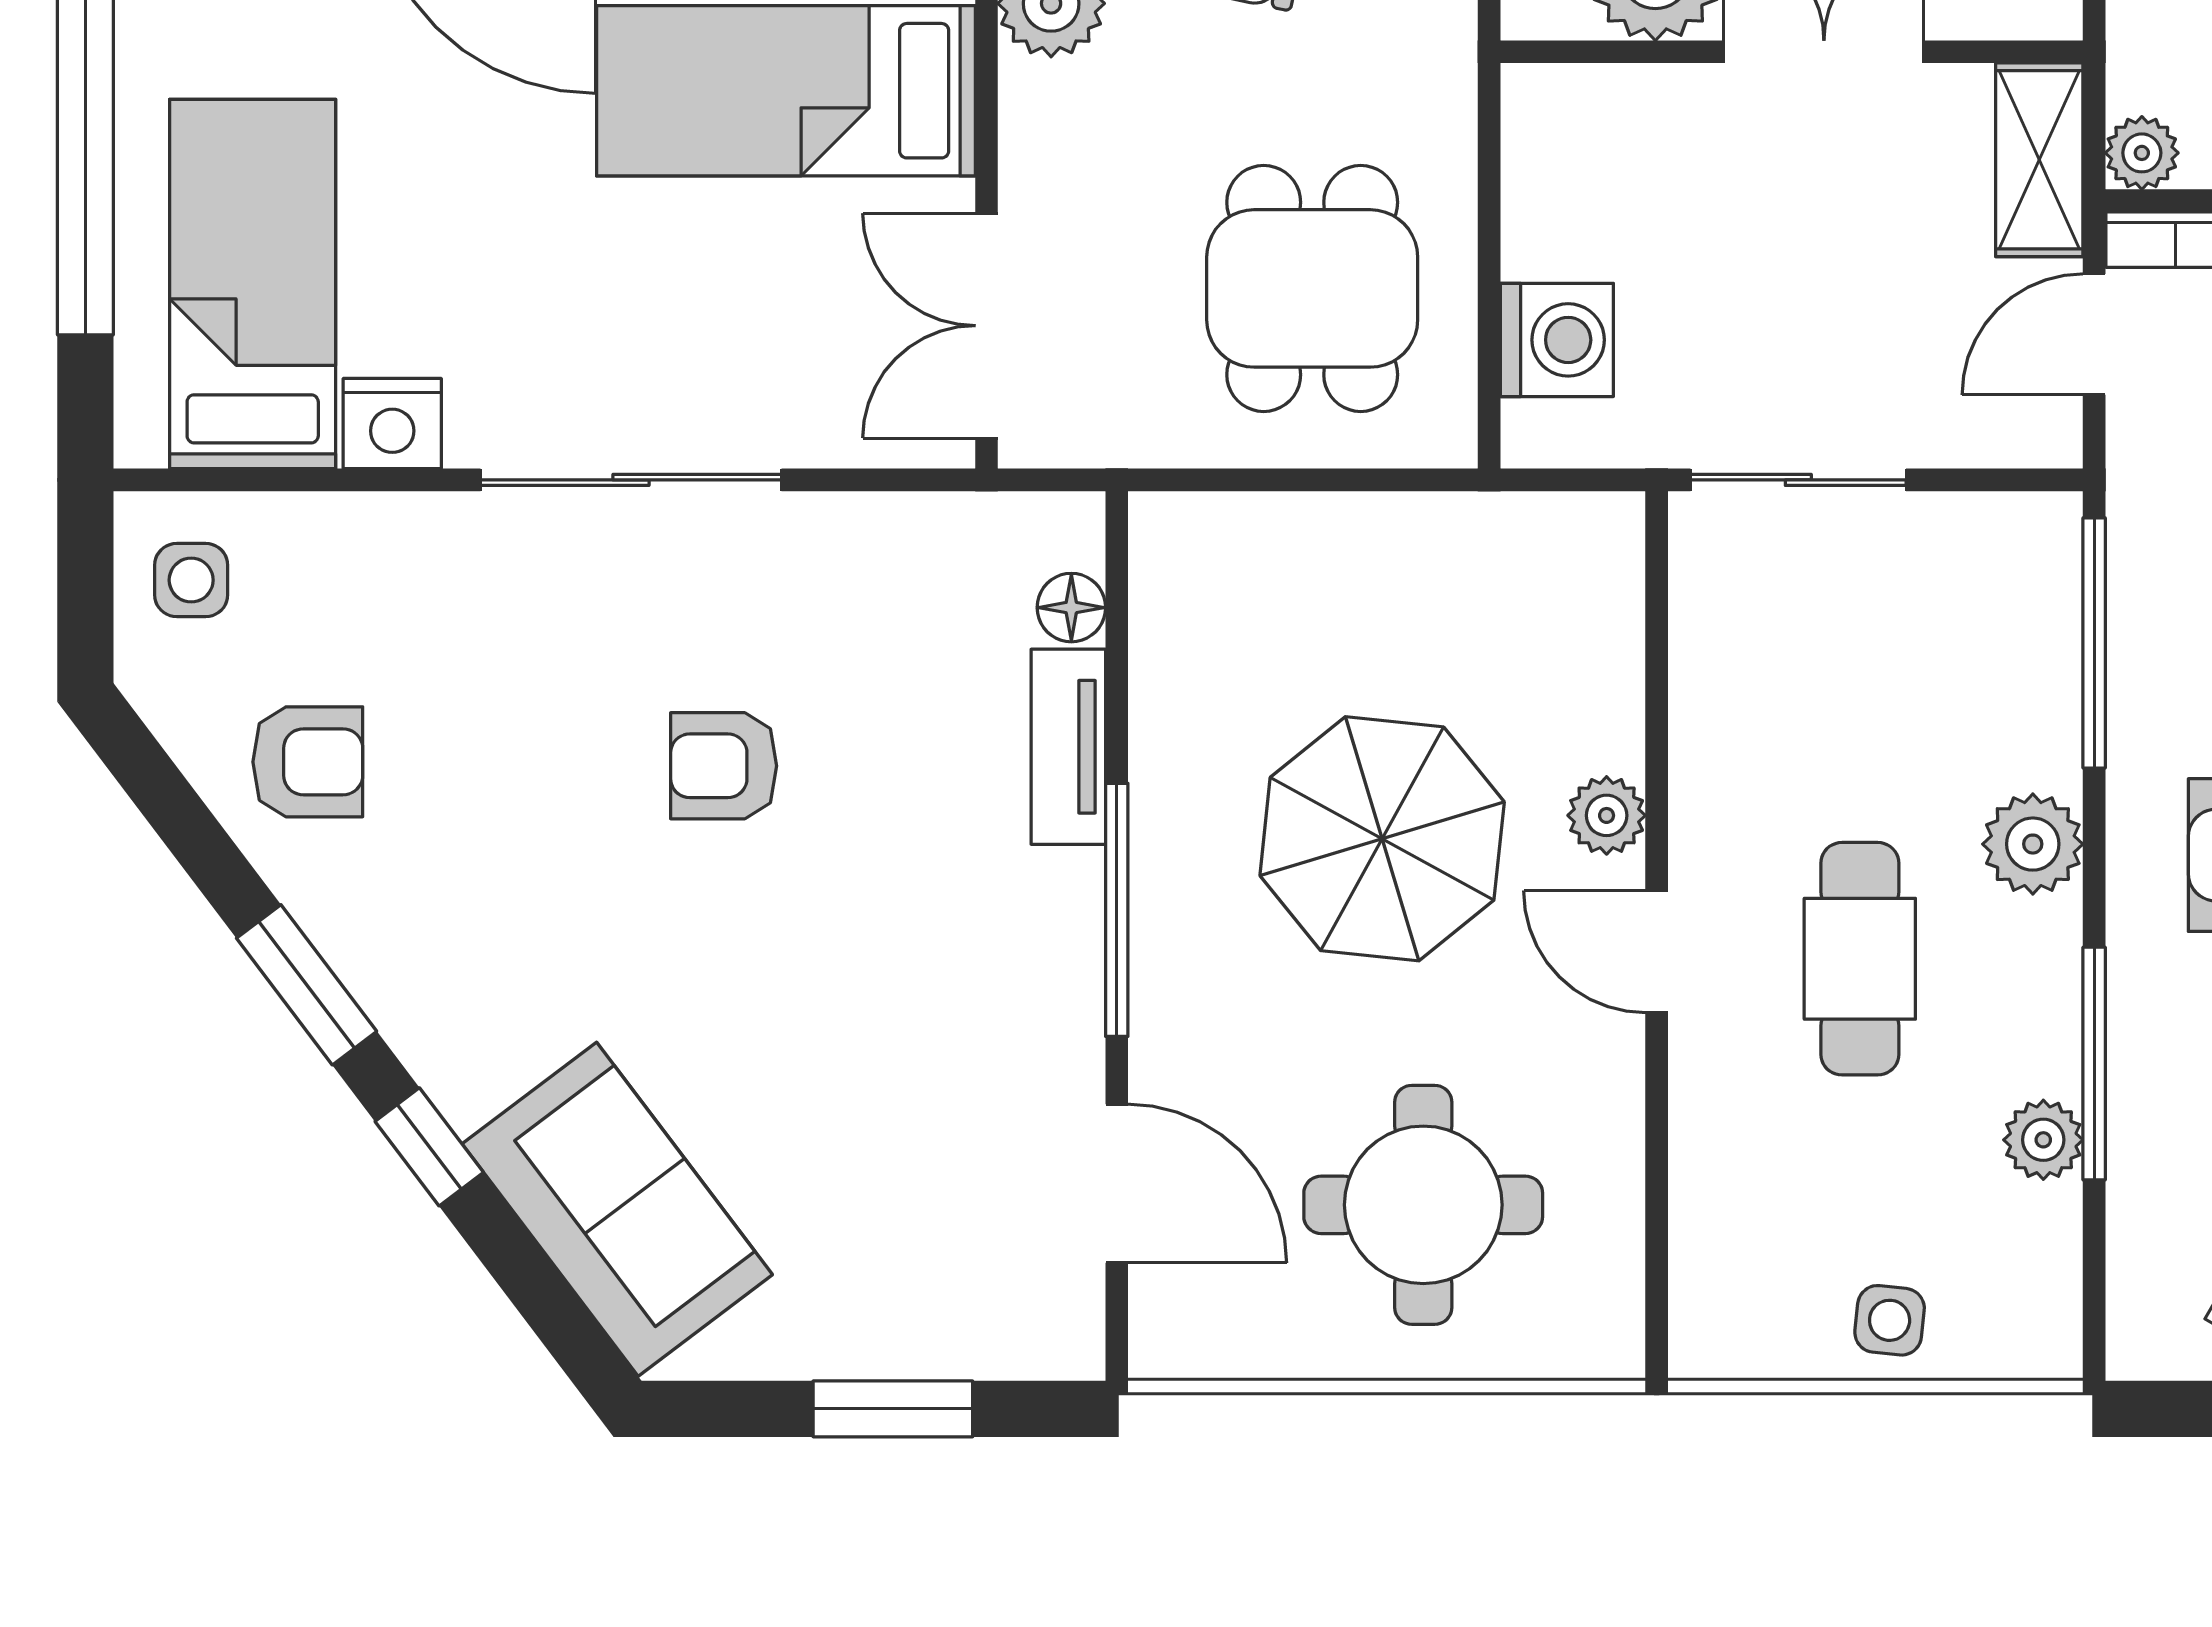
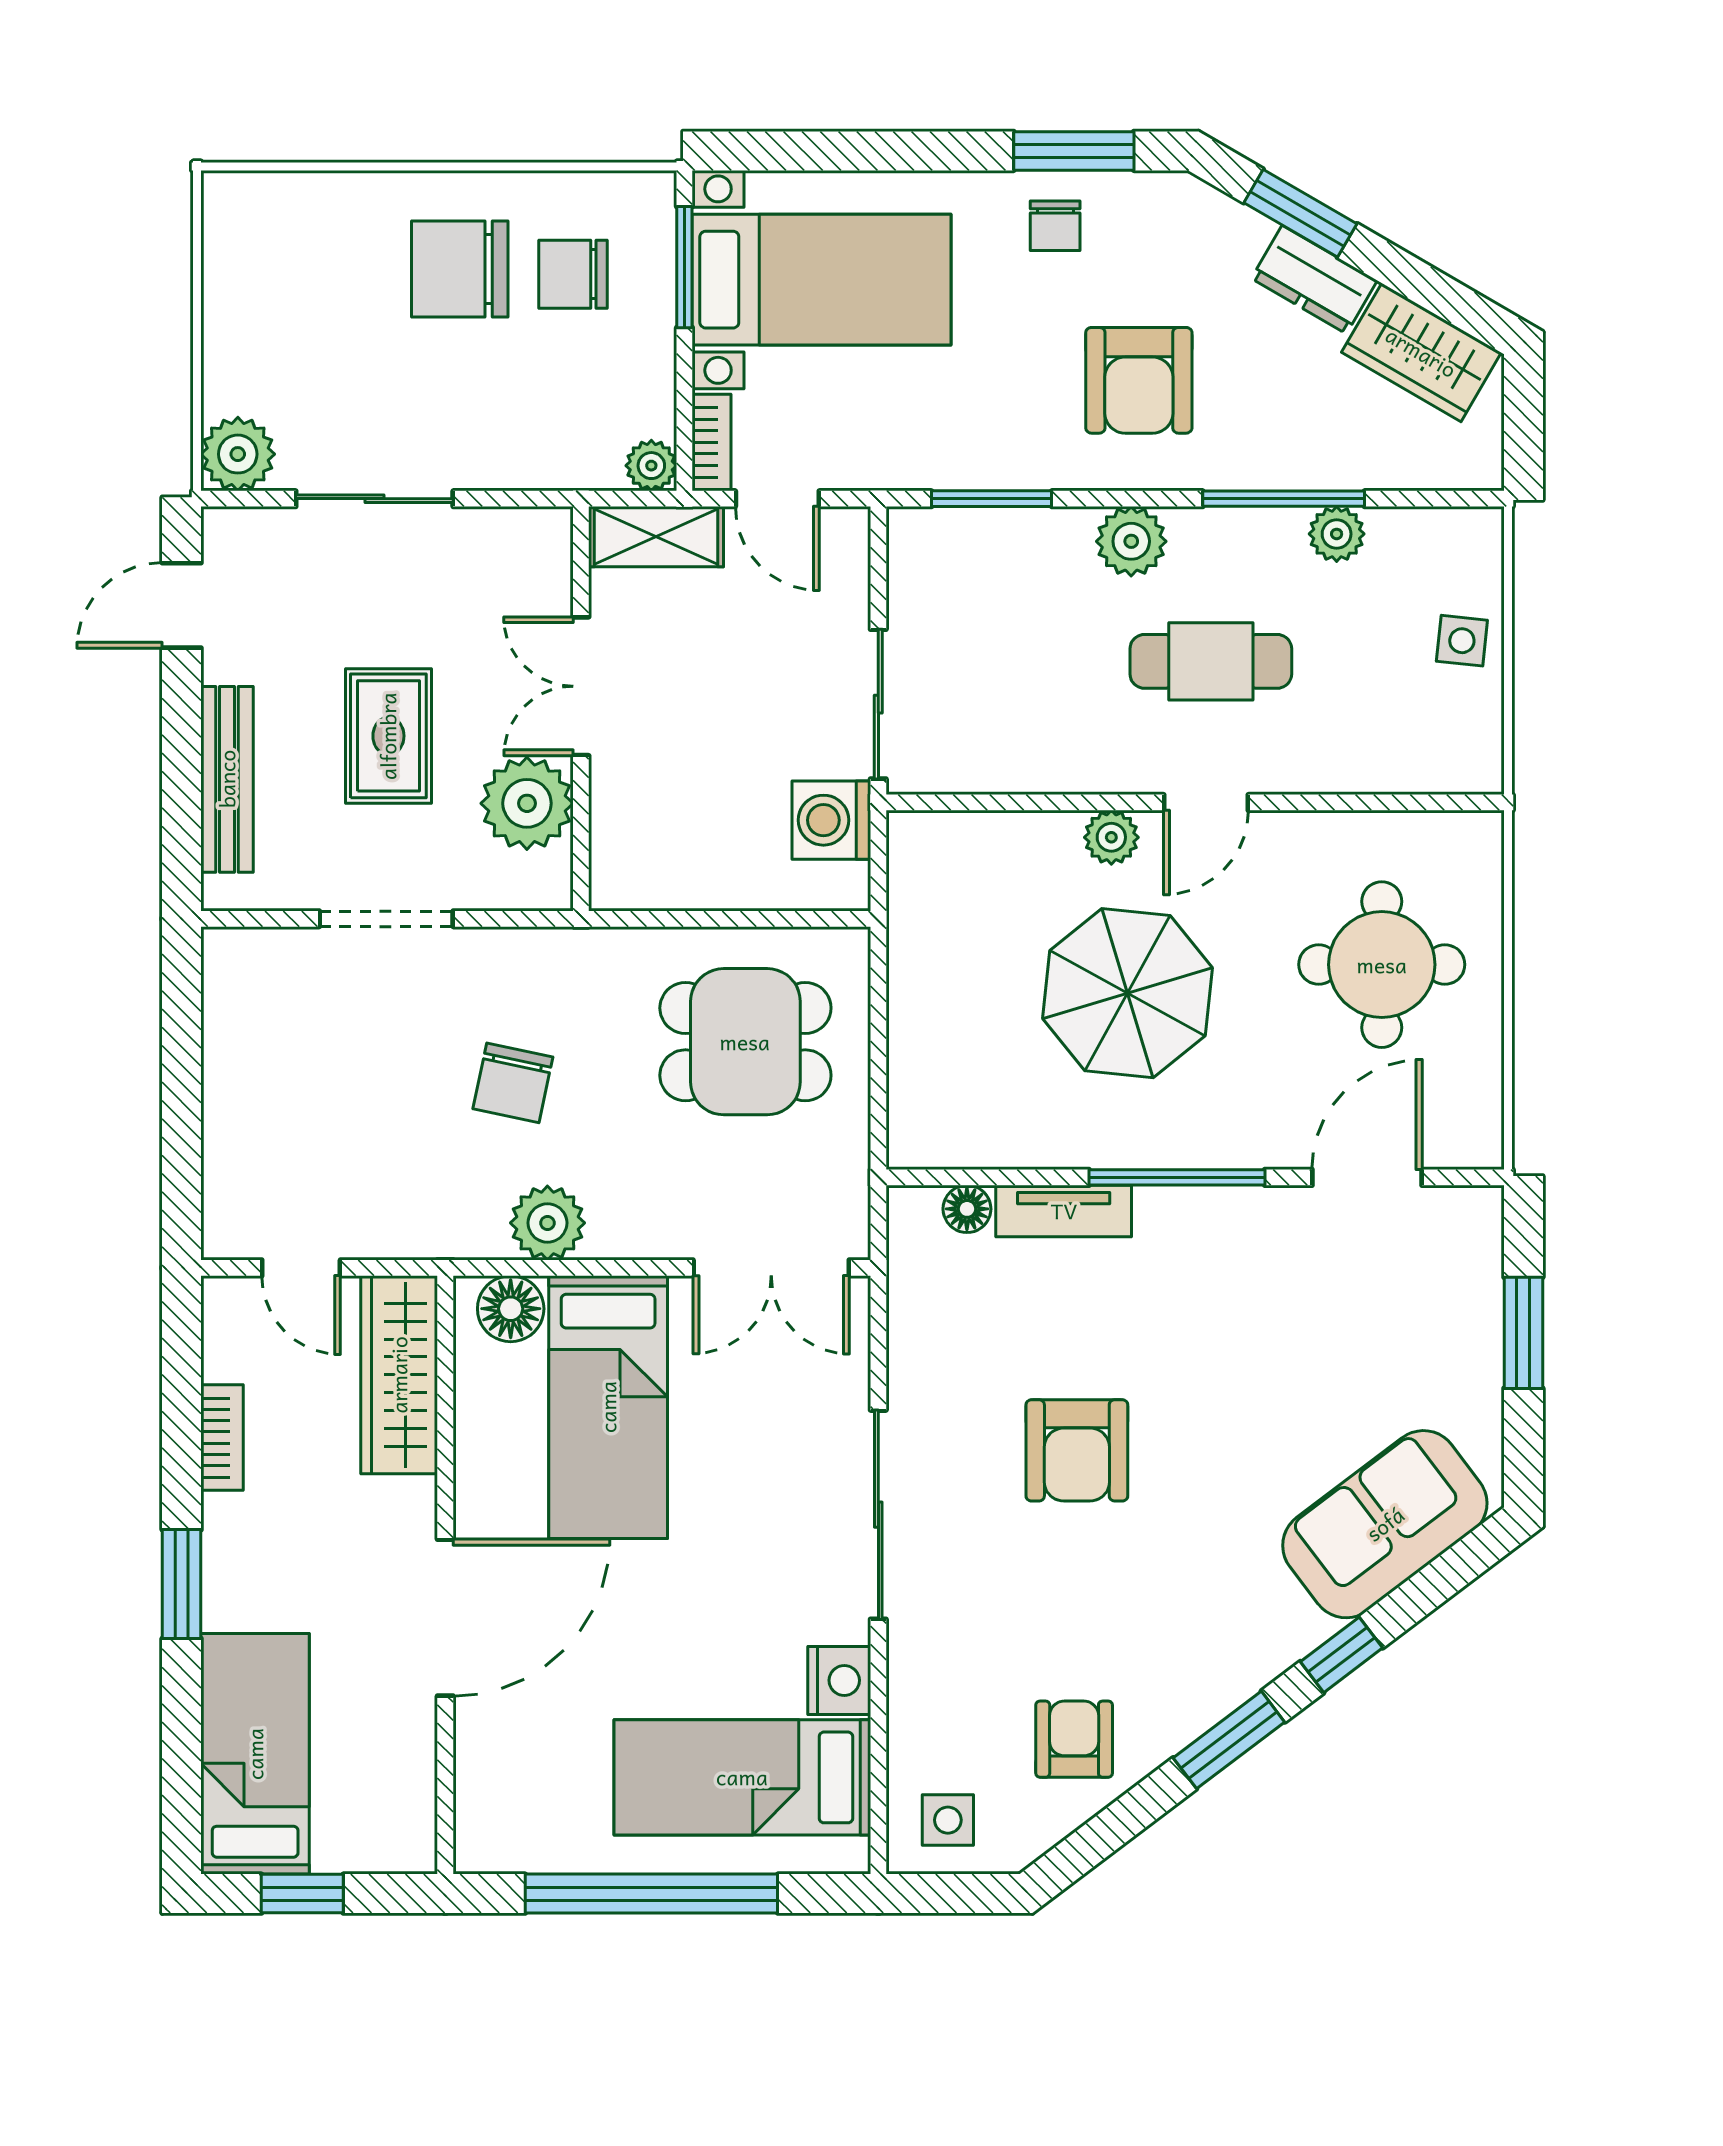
washing machine: (1557, 340) -> (831, 820), moved, turned -90
window: (2094, 643) -> (992, 499), width x0.69
armchair: (724, 766) -> (1077, 1450), width x1.38, depth x1.38

